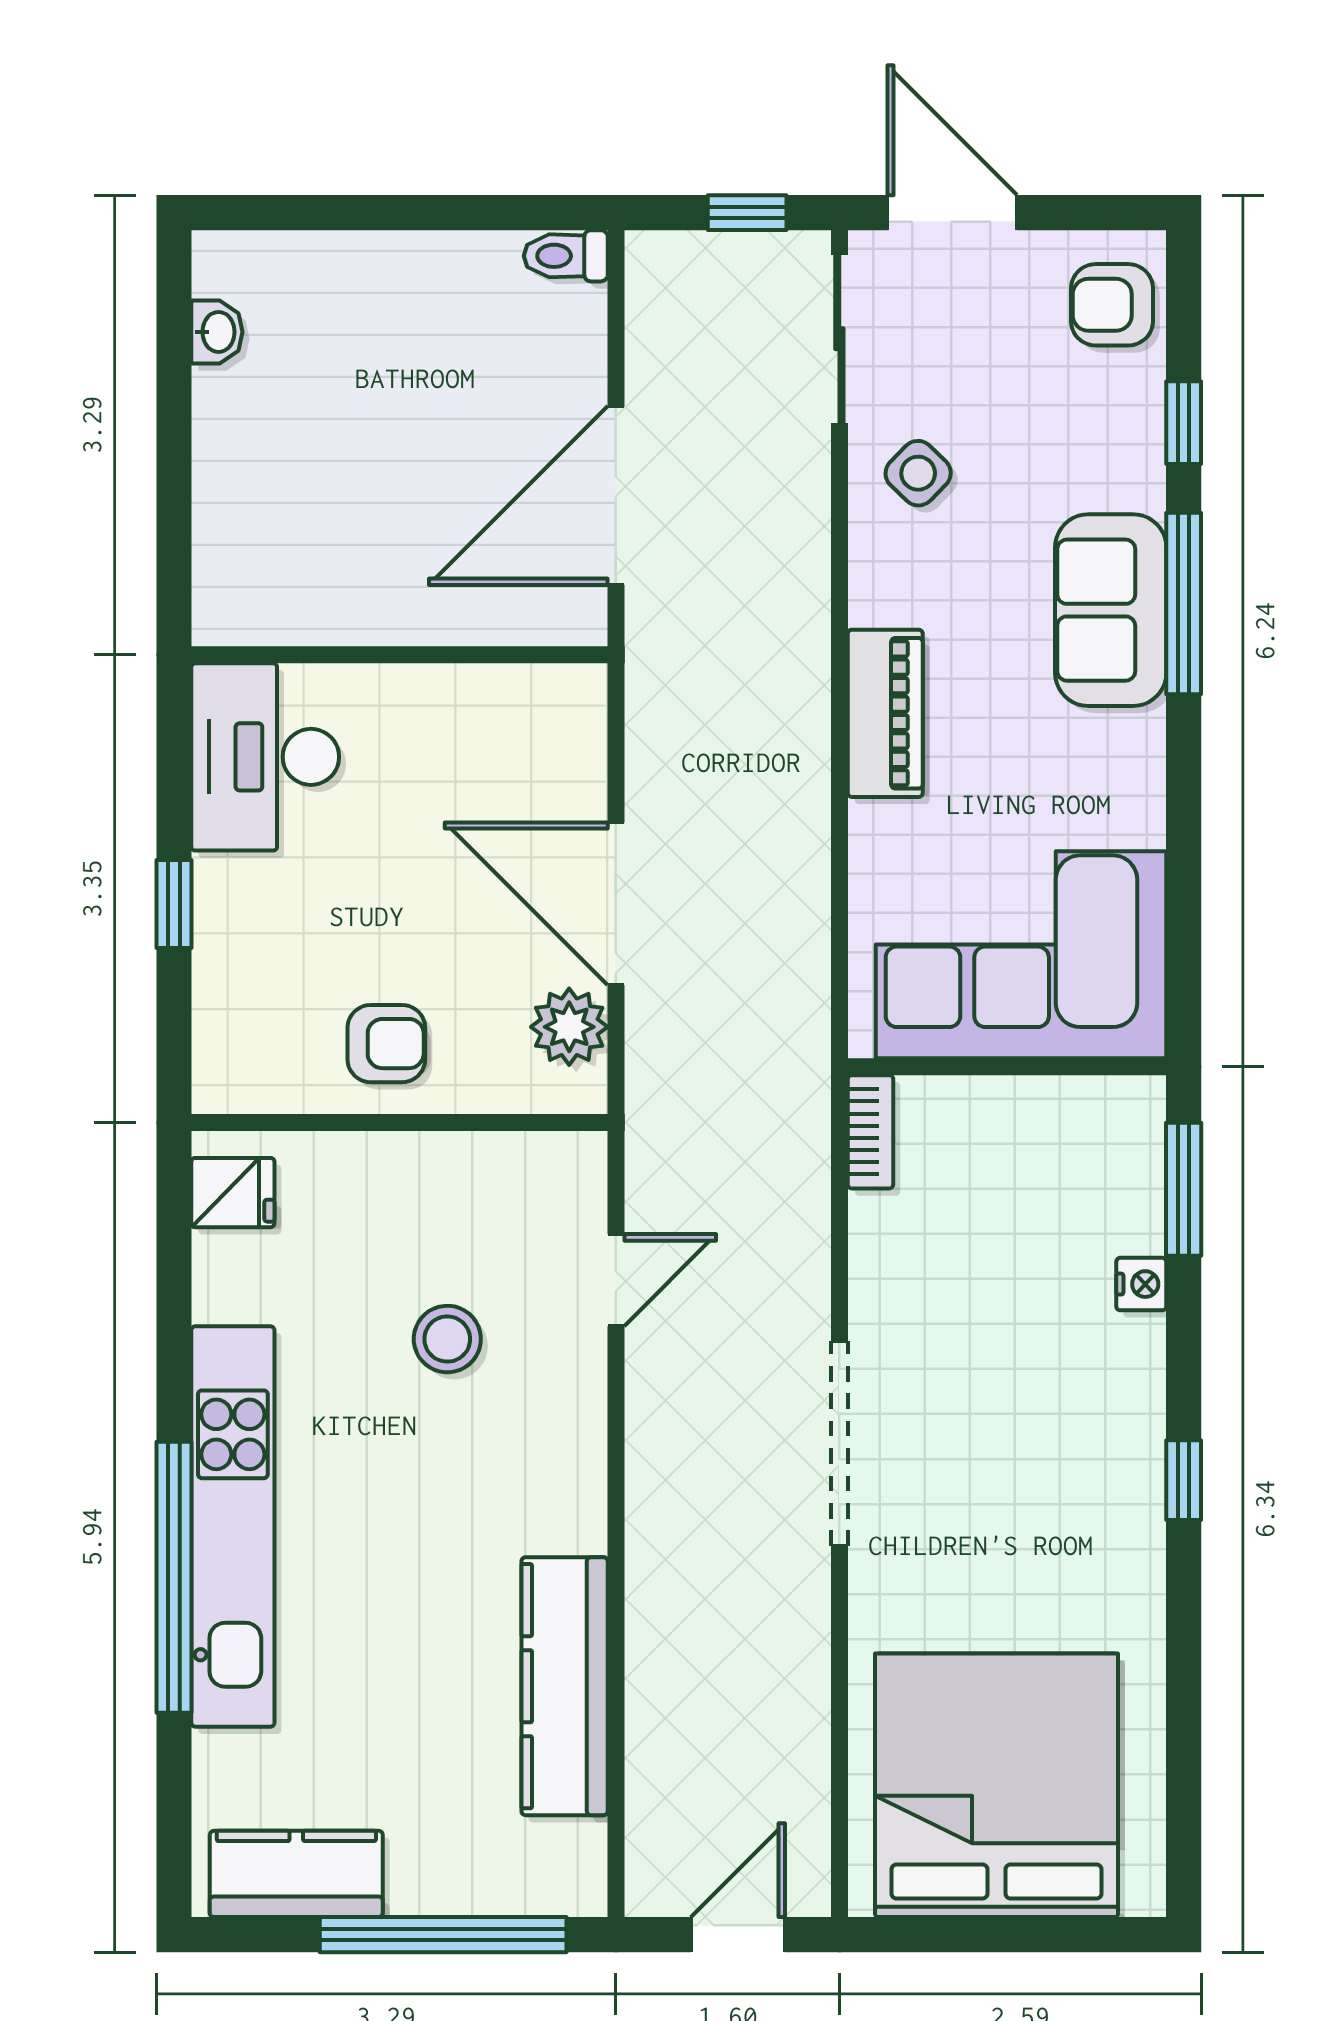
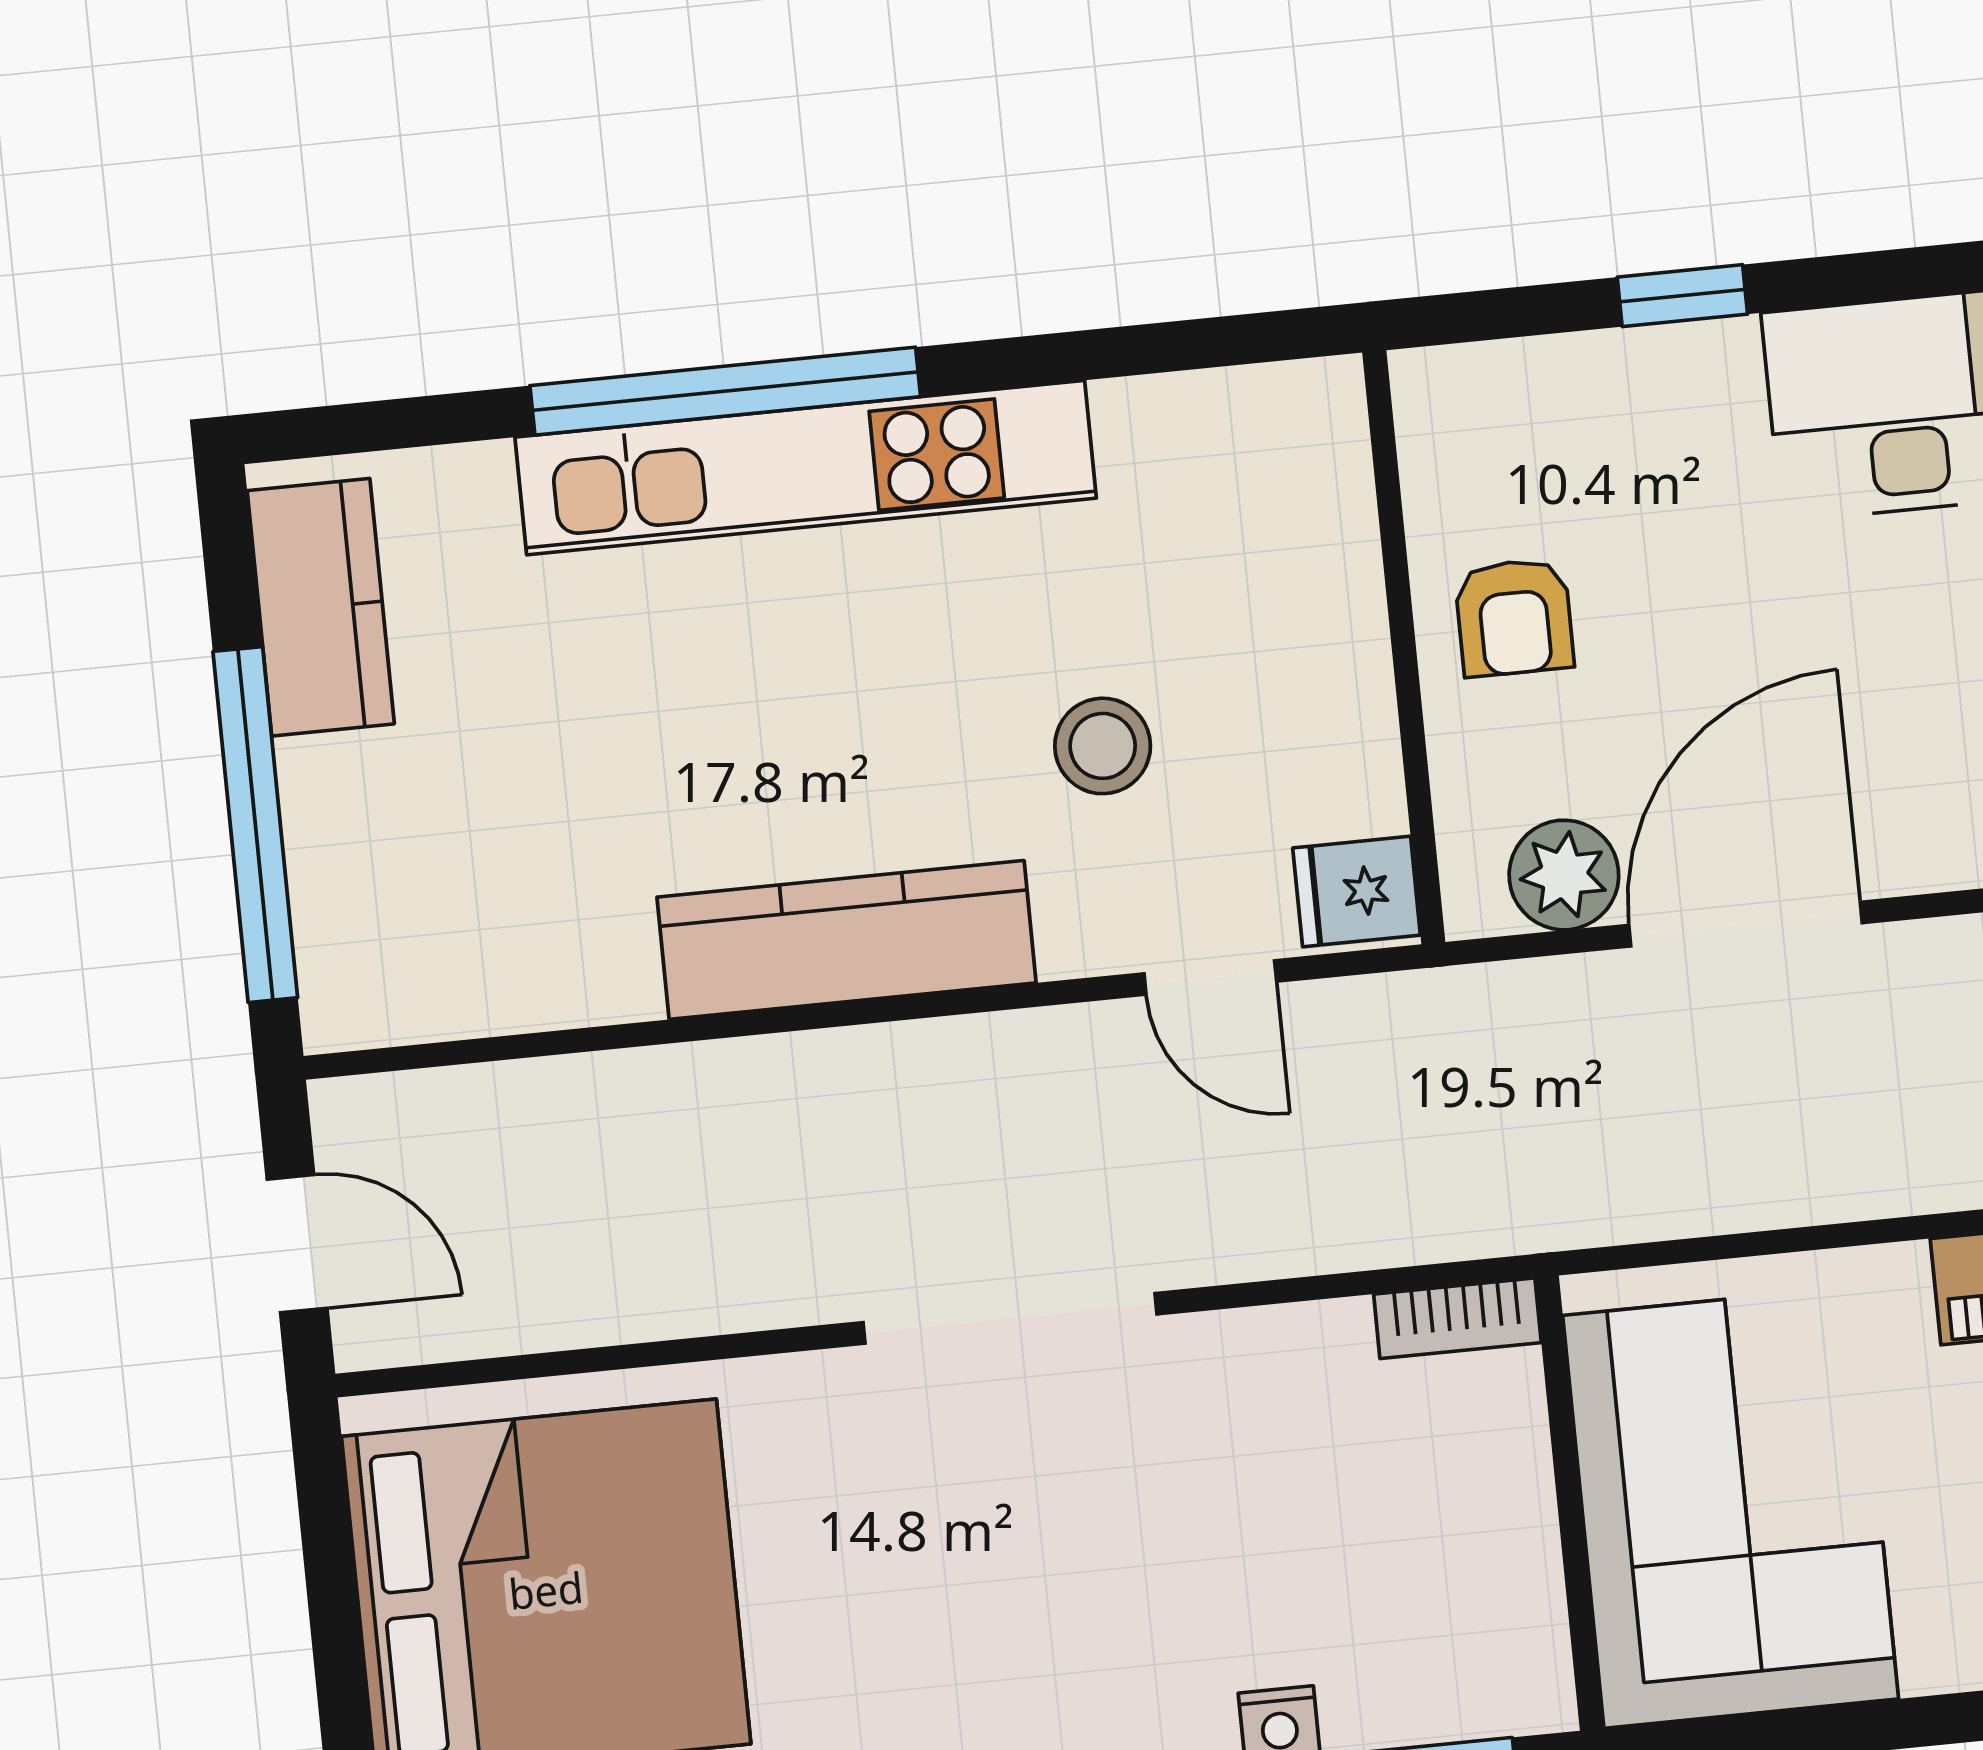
fridge: (233, 1193) -> (1357, 891), moved, turned 90
kitchen counter: (565, 1686) -> (847, 940), moved

